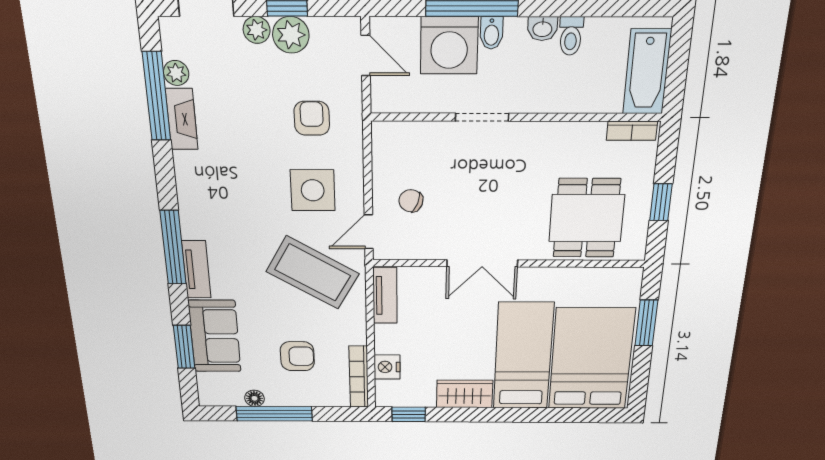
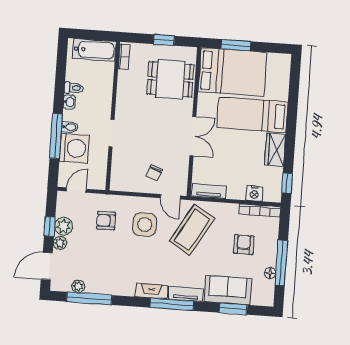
fireplace: (182, 119) -> (151, 291), moved
bed: (591, 359) -> (232, 72), moved, turned 180

